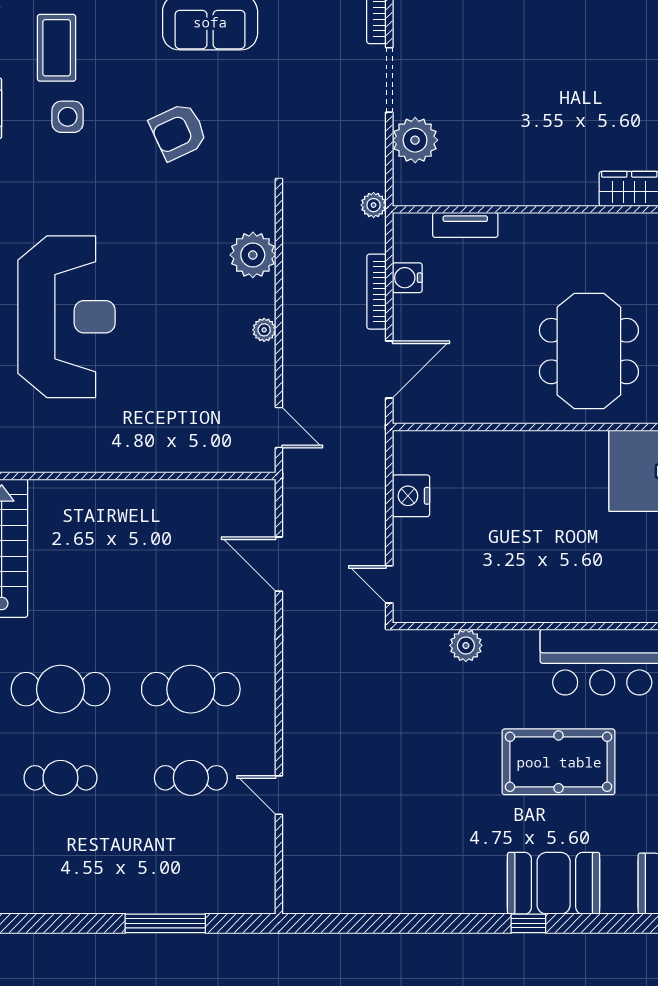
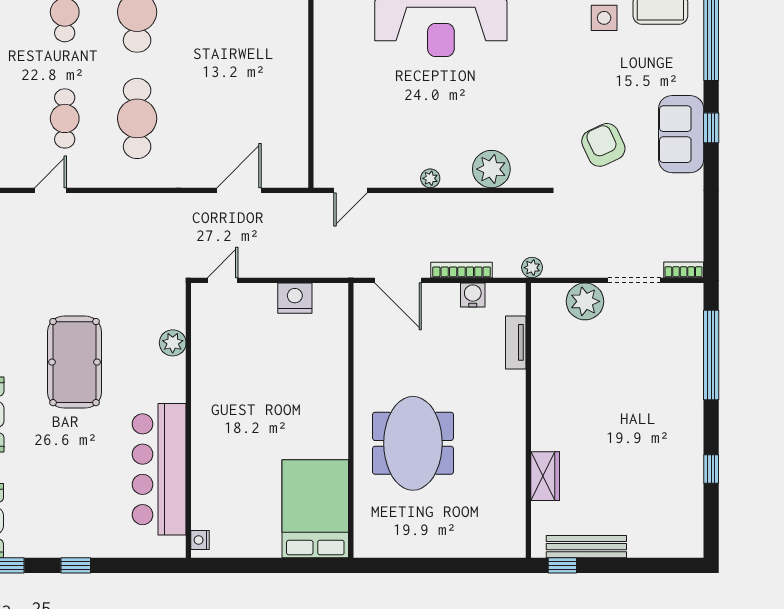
armchair: (178, 132) -> (603, 145), moved
meeting table: (589, 351) -> (413, 443), turned 90
pool table: (559, 762) -> (75, 362), moved

